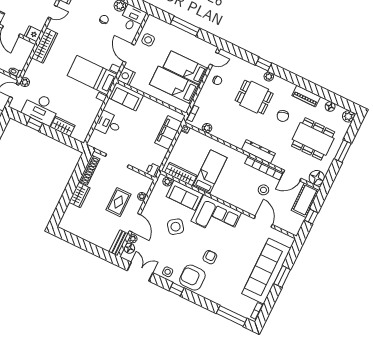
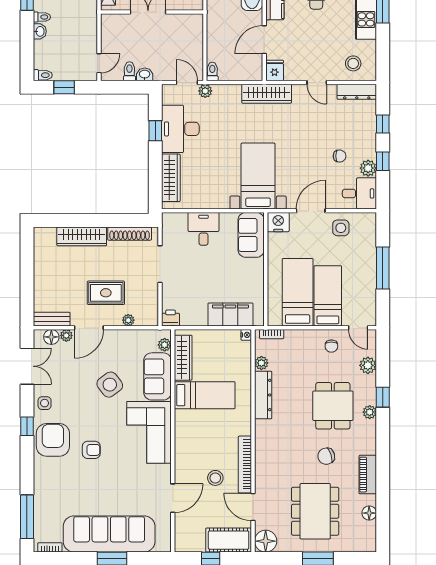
plant: (348, 116) -> (368, 365), moved
wardrobe: (63, 126) -> (171, 178), width x1.50
dresser: (258, 152) -> (263, 395), moved
wardrobe: (79, 195) -> (82, 236), width x1.50

